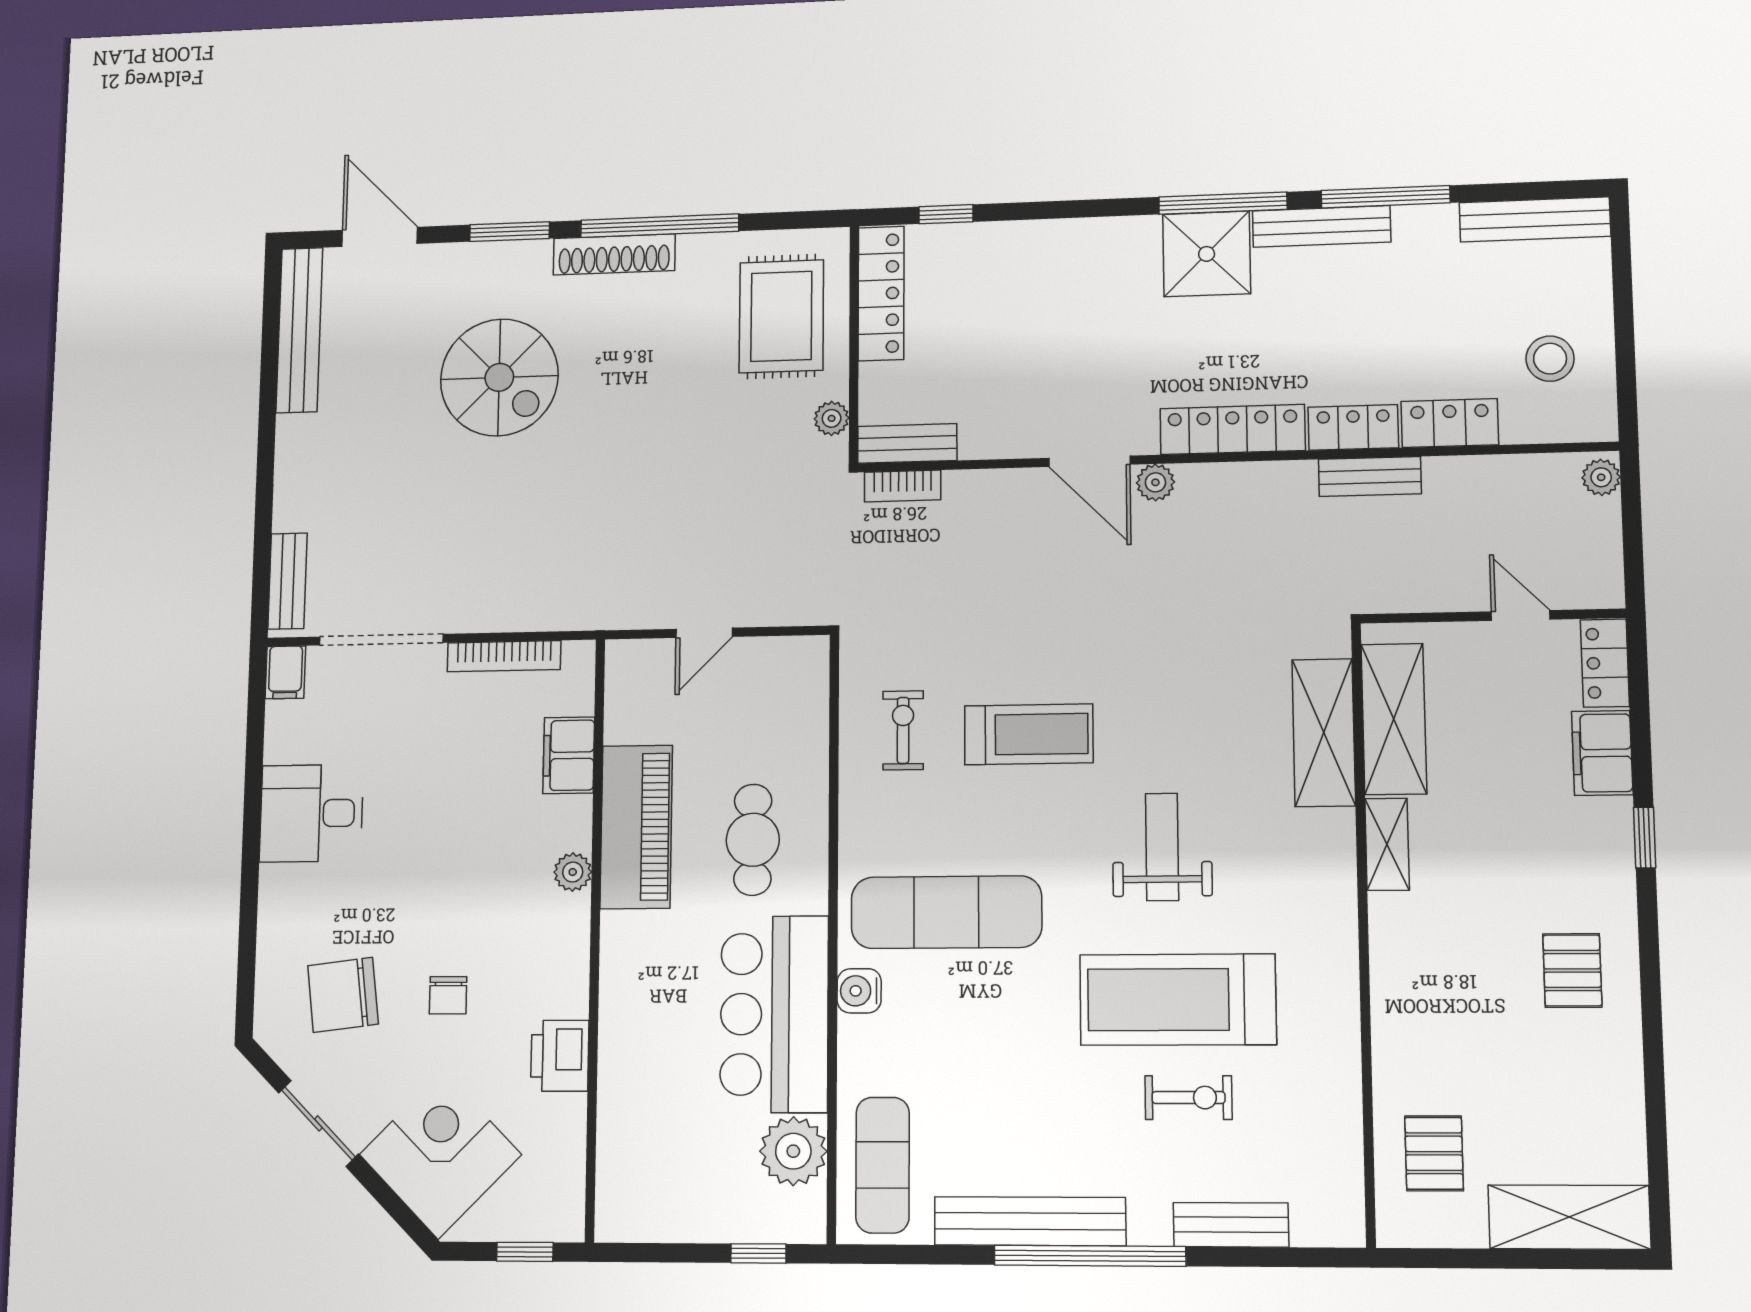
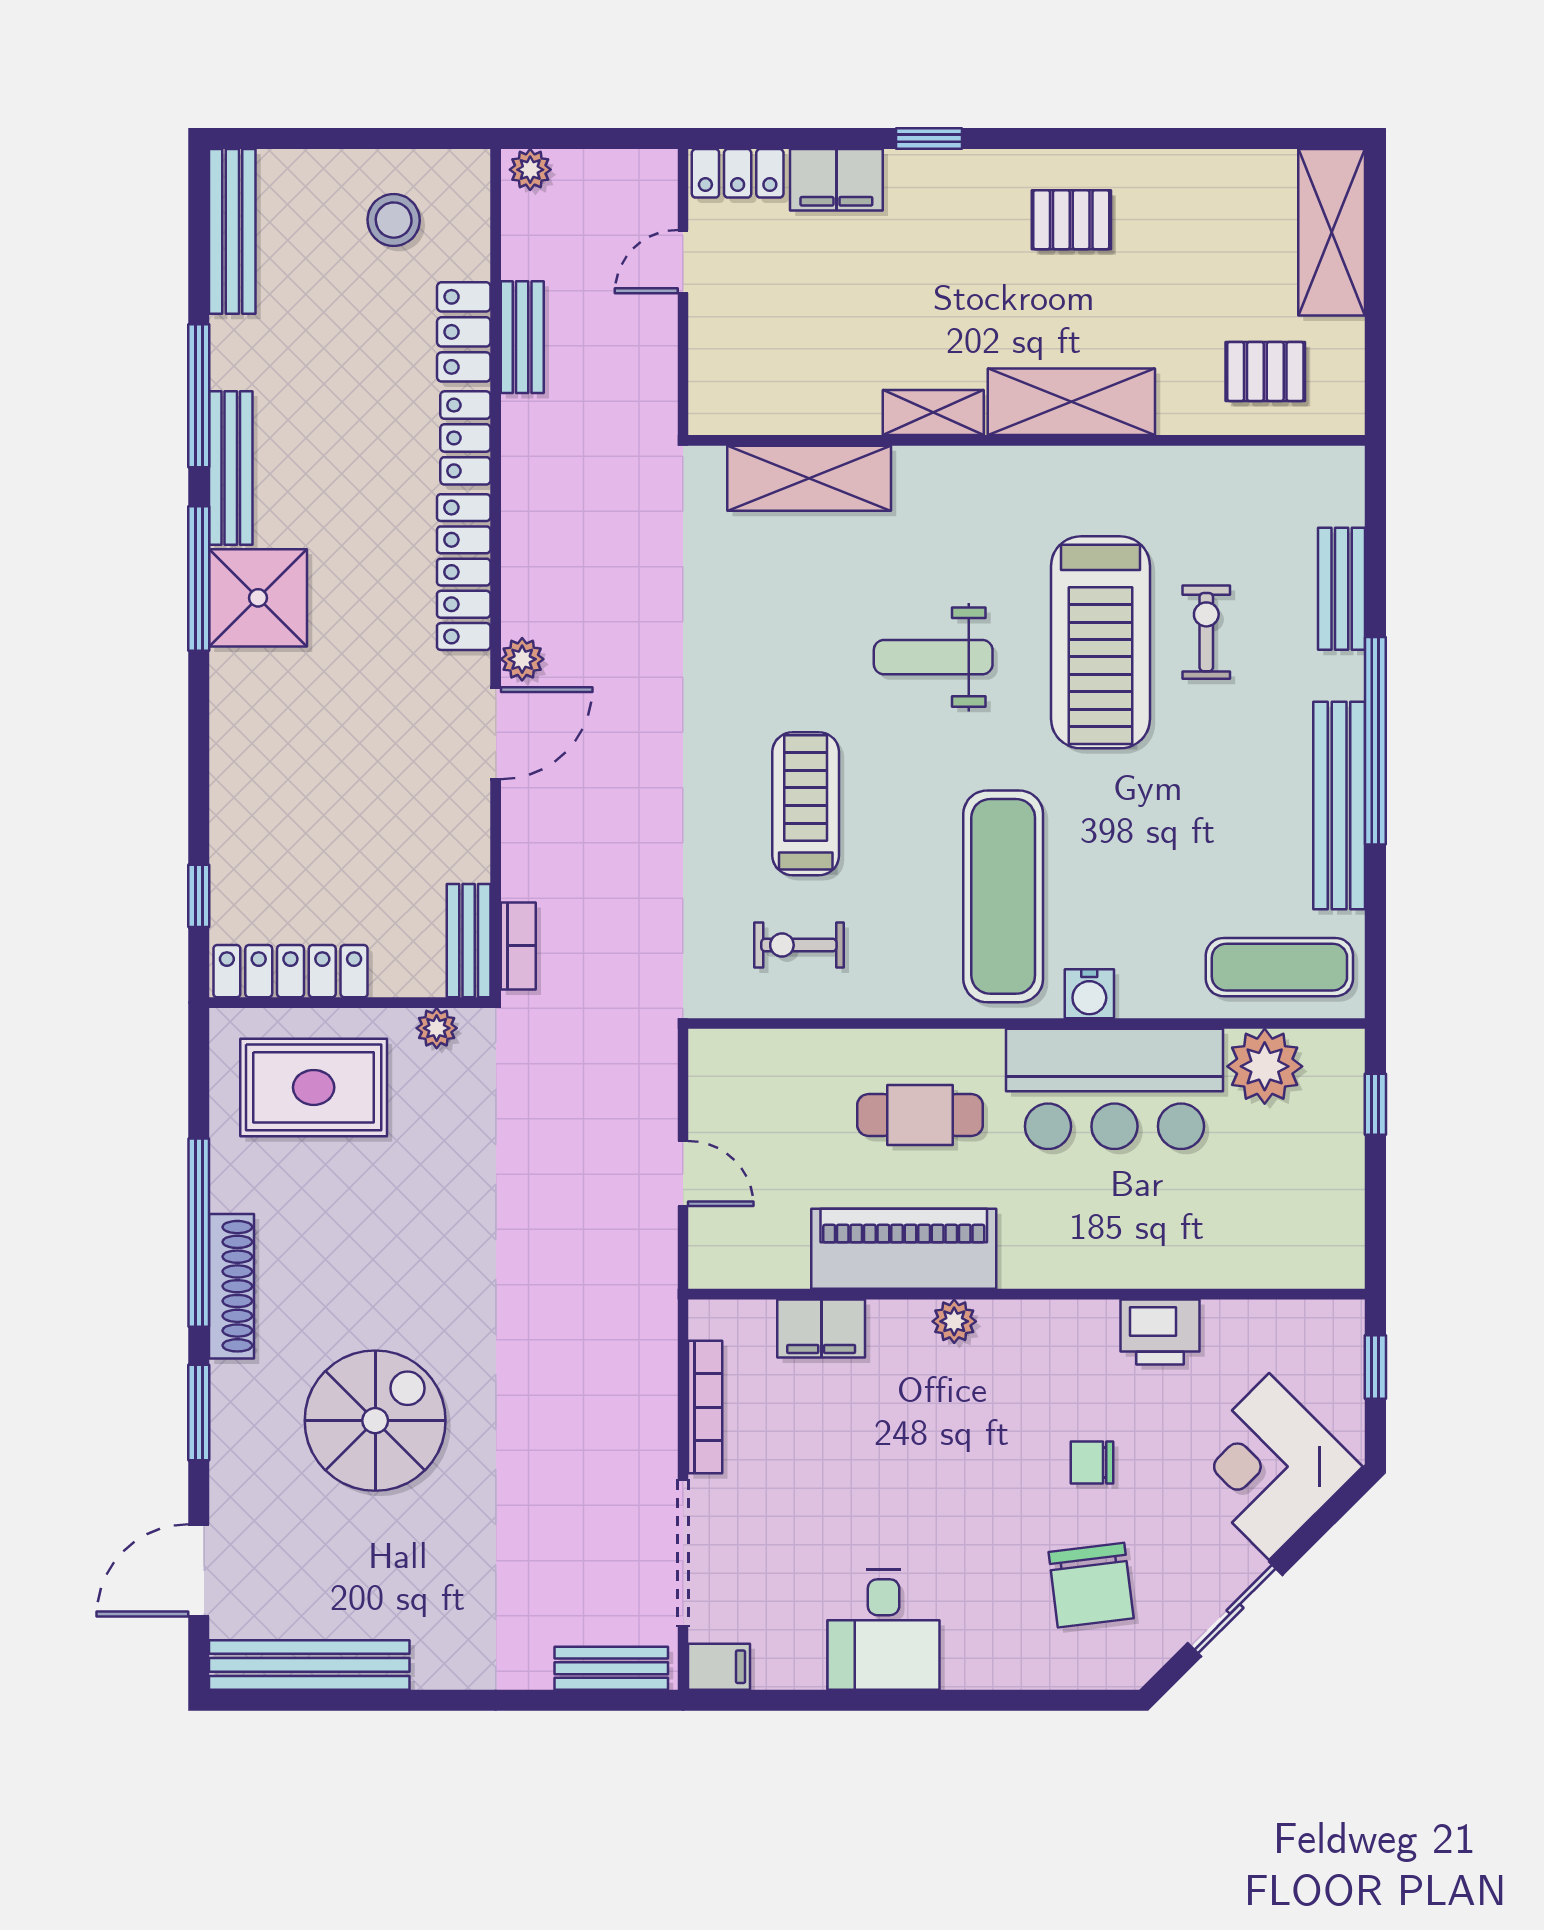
bench: (1370, 477) -> (522, 337), moved
shelving: (1394, 719) -> (1071, 402), moved
chair: (448, 995) -> (1092, 1462), turned 180

